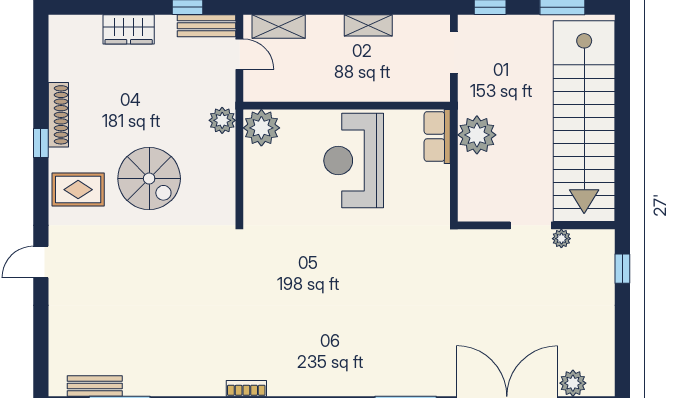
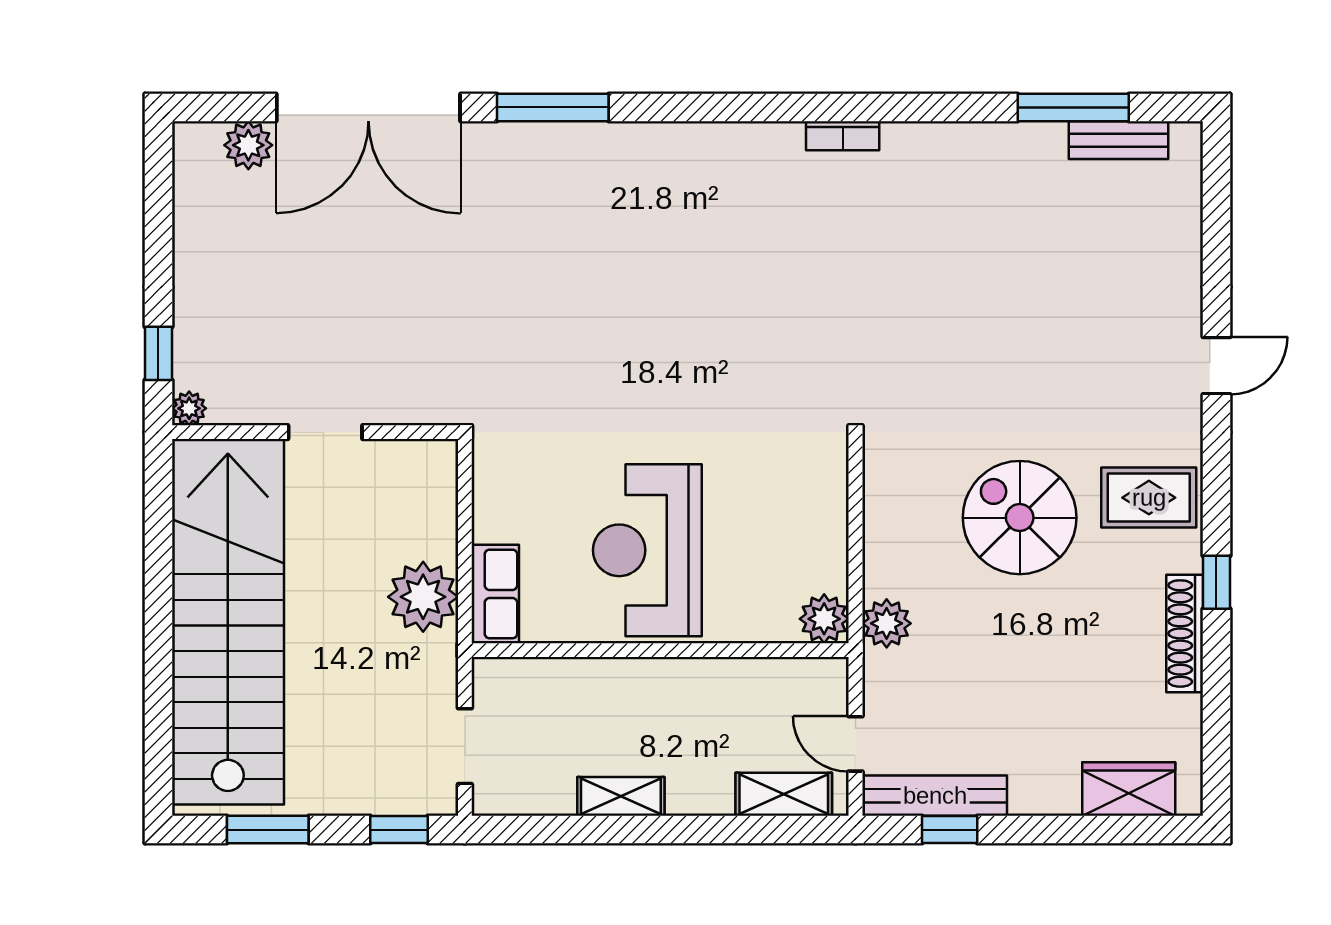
bench: (206, 26) -> (935, 796), width x1.36
wardrobe: (129, 29) -> (1129, 789), moved
plant: (261, 128) -> (824, 619), width x0.73, depth x0.73
reception desk: (354, 161) -> (647, 550), turned 180
plant: (561, 239) -> (189, 408), moved

